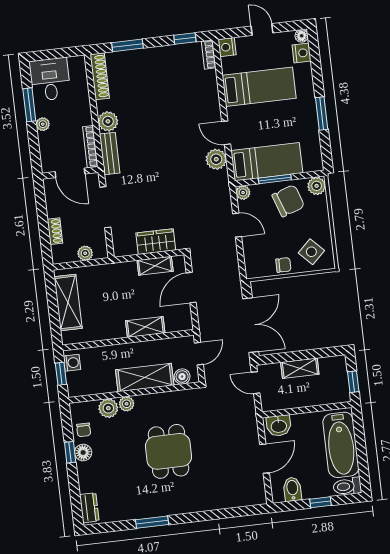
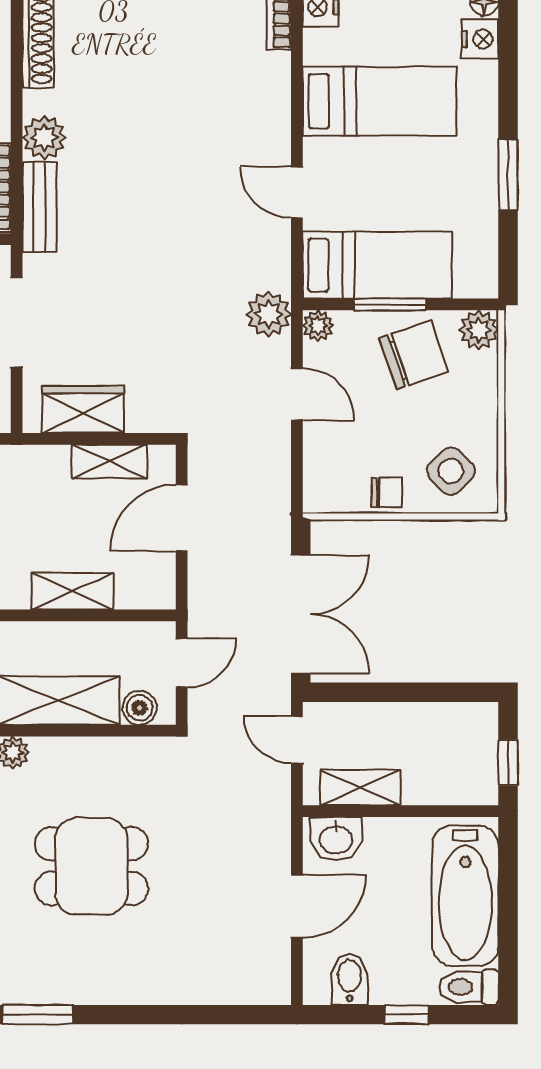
plant: (216, 159) -> (269, 314), moved
wardrobe: (156, 242) -> (83, 409), moved
shelving: (300, 368) -> (360, 787), moved
dining table: (168, 451) -> (91, 866), turned 90

